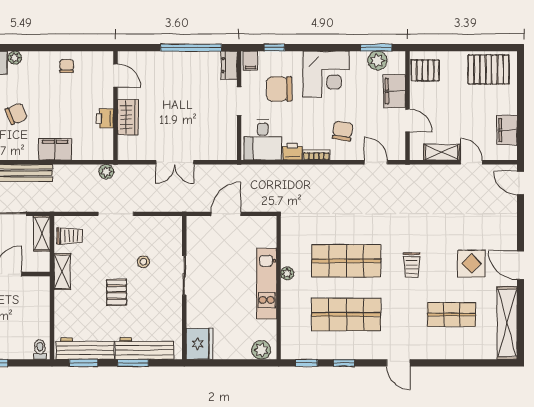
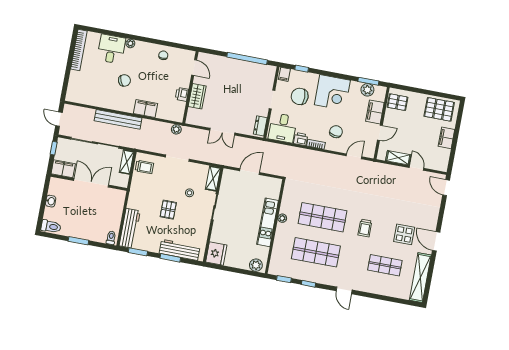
dresser: (229, 65) -> (260, 126), moved
door: (407, 120) -> (380, 133), hinge flipped
filing cabinet: (507, 130) -> (446, 138), moved
door: (376, 162) -> (354, 156), hinge flipped
shelving: (62, 272) -> (213, 179), moved
workbench: (85, 349) -> (130, 228), moved, turned 90

